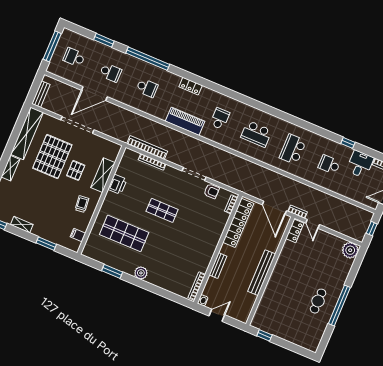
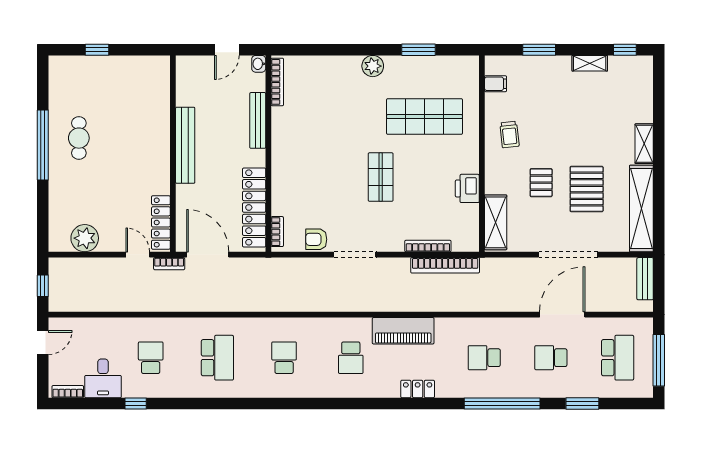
school desk: (74, 57) -> (618, 358), width x1.85
school desk: (256, 134) -> (284, 358), width x0.54
pallet: (52, 157) -> (587, 189), width x0.73, depth x0.71
school desk: (329, 165) -> (151, 358), turned -90
shelving: (103, 175) -> (496, 222), moved
shop shelf: (162, 210) -> (381, 177), turned 90
locker: (295, 231) -> (161, 222), width x1.53
plant: (350, 250) -> (85, 238), moved
bench: (218, 265) -> (258, 120), width x1.36
window: (264, 335) -> (97, 50), moved

